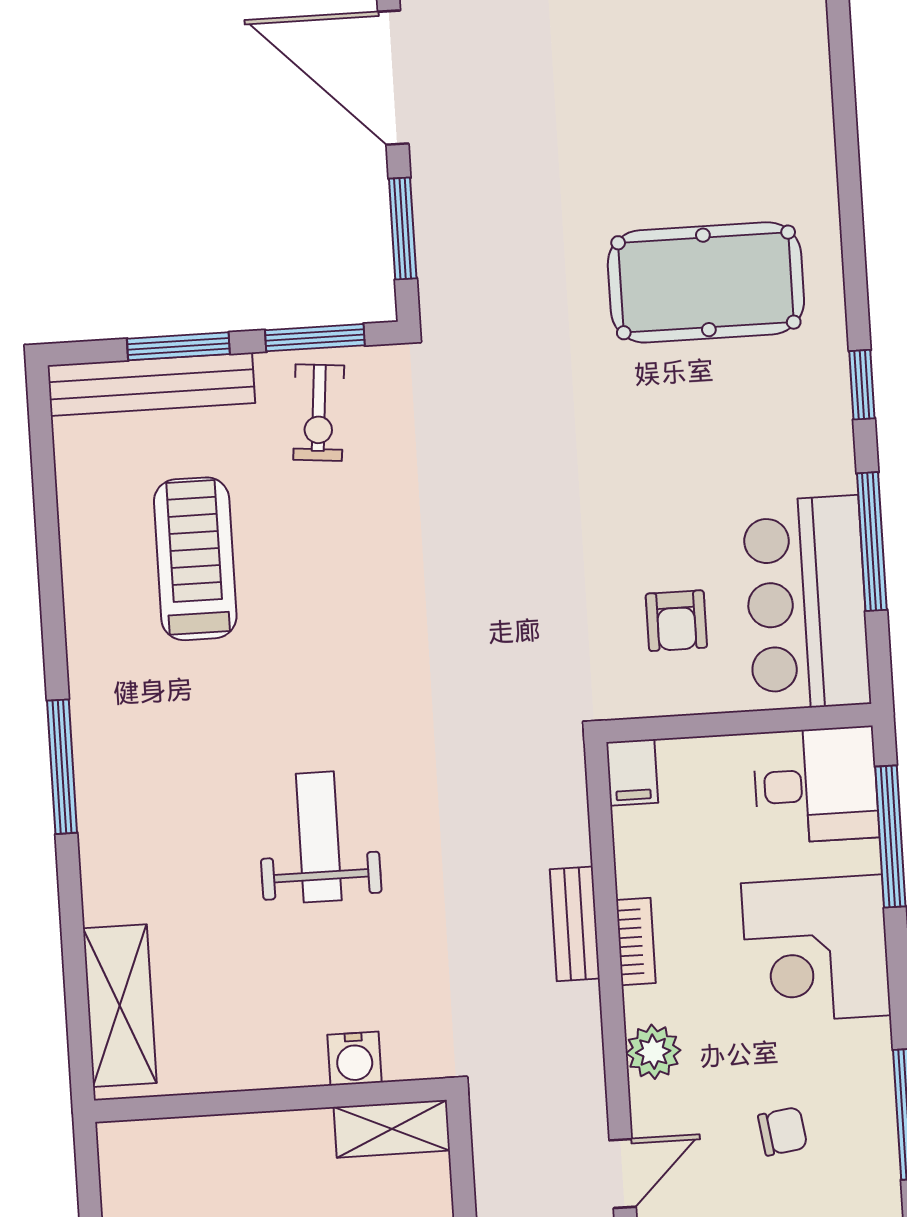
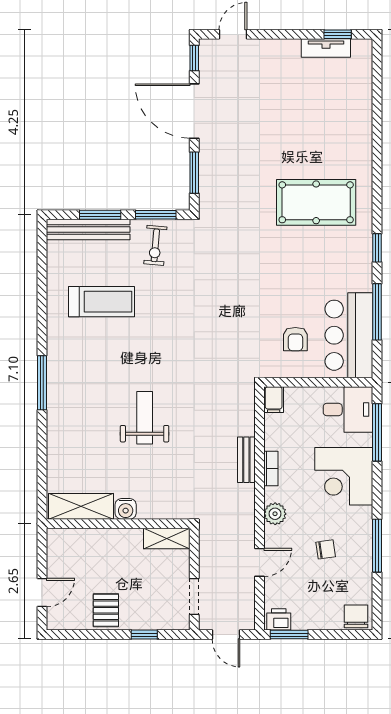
treadmill: (195, 559) -> (101, 302), turned 90
shelving: (120, 1006) -> (81, 506), moved, turned 90
water cooler: (354, 1059) -> (126, 509), moved

